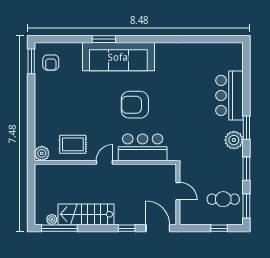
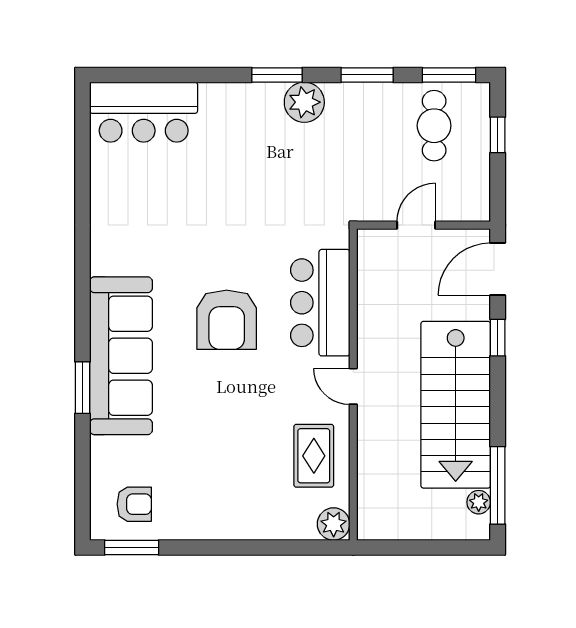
bar counter: (229, 95) -> (144, 112), moved
stairs: (86, 214) -> (456, 405), width x1.36, depth x1.51

